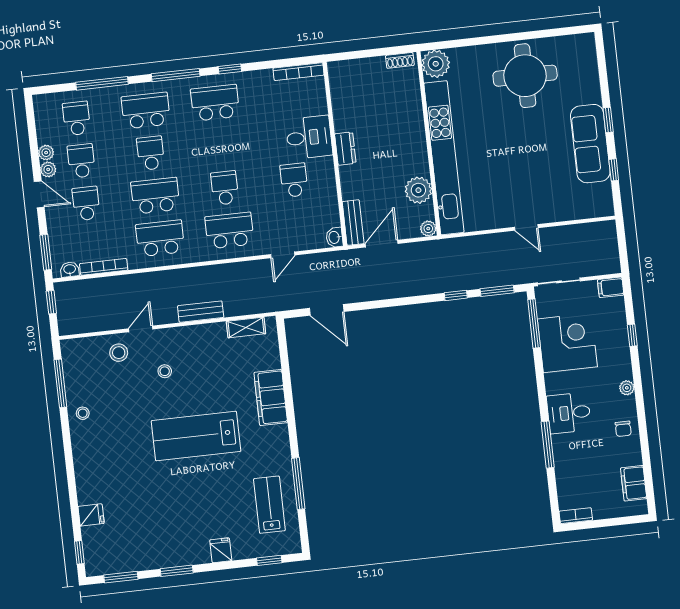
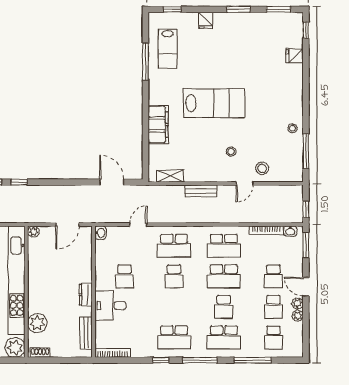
plant: (418, 190) -> (37, 323), moved
bench: (353, 223) -> (86, 333), moved

